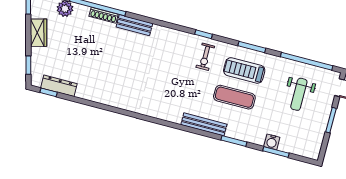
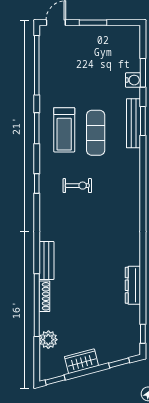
exercise bike: (205, 57) -> (77, 186), moved
dresser: (59, 86) -> (133, 285), moved
weight bench: (299, 94) -> (74, 64), removed
bench: (204, 124) -> (133, 123), moved

